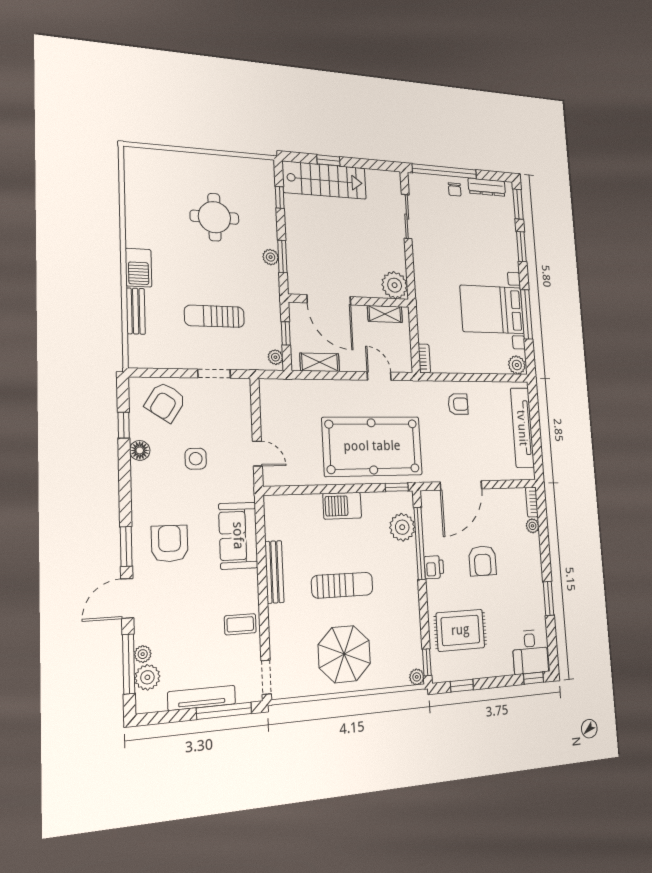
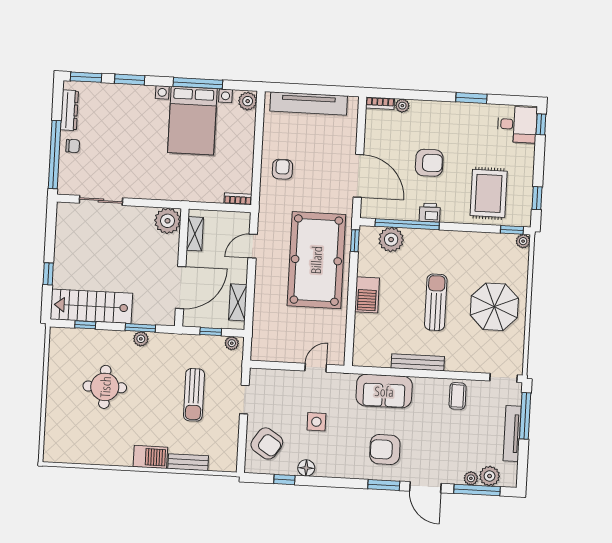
stairs: (325, 180) -> (91, 306), moved, turned -90

